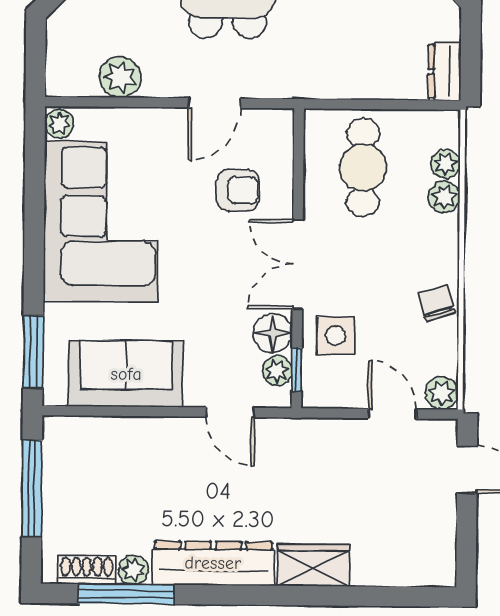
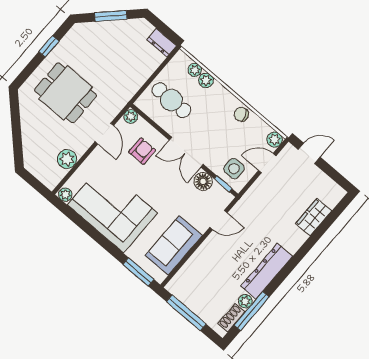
side table: (336, 335) -> (234, 169), moved
plant: (277, 371) -> (131, 117), moved
wardrobe: (313, 565) -> (314, 217), moved

